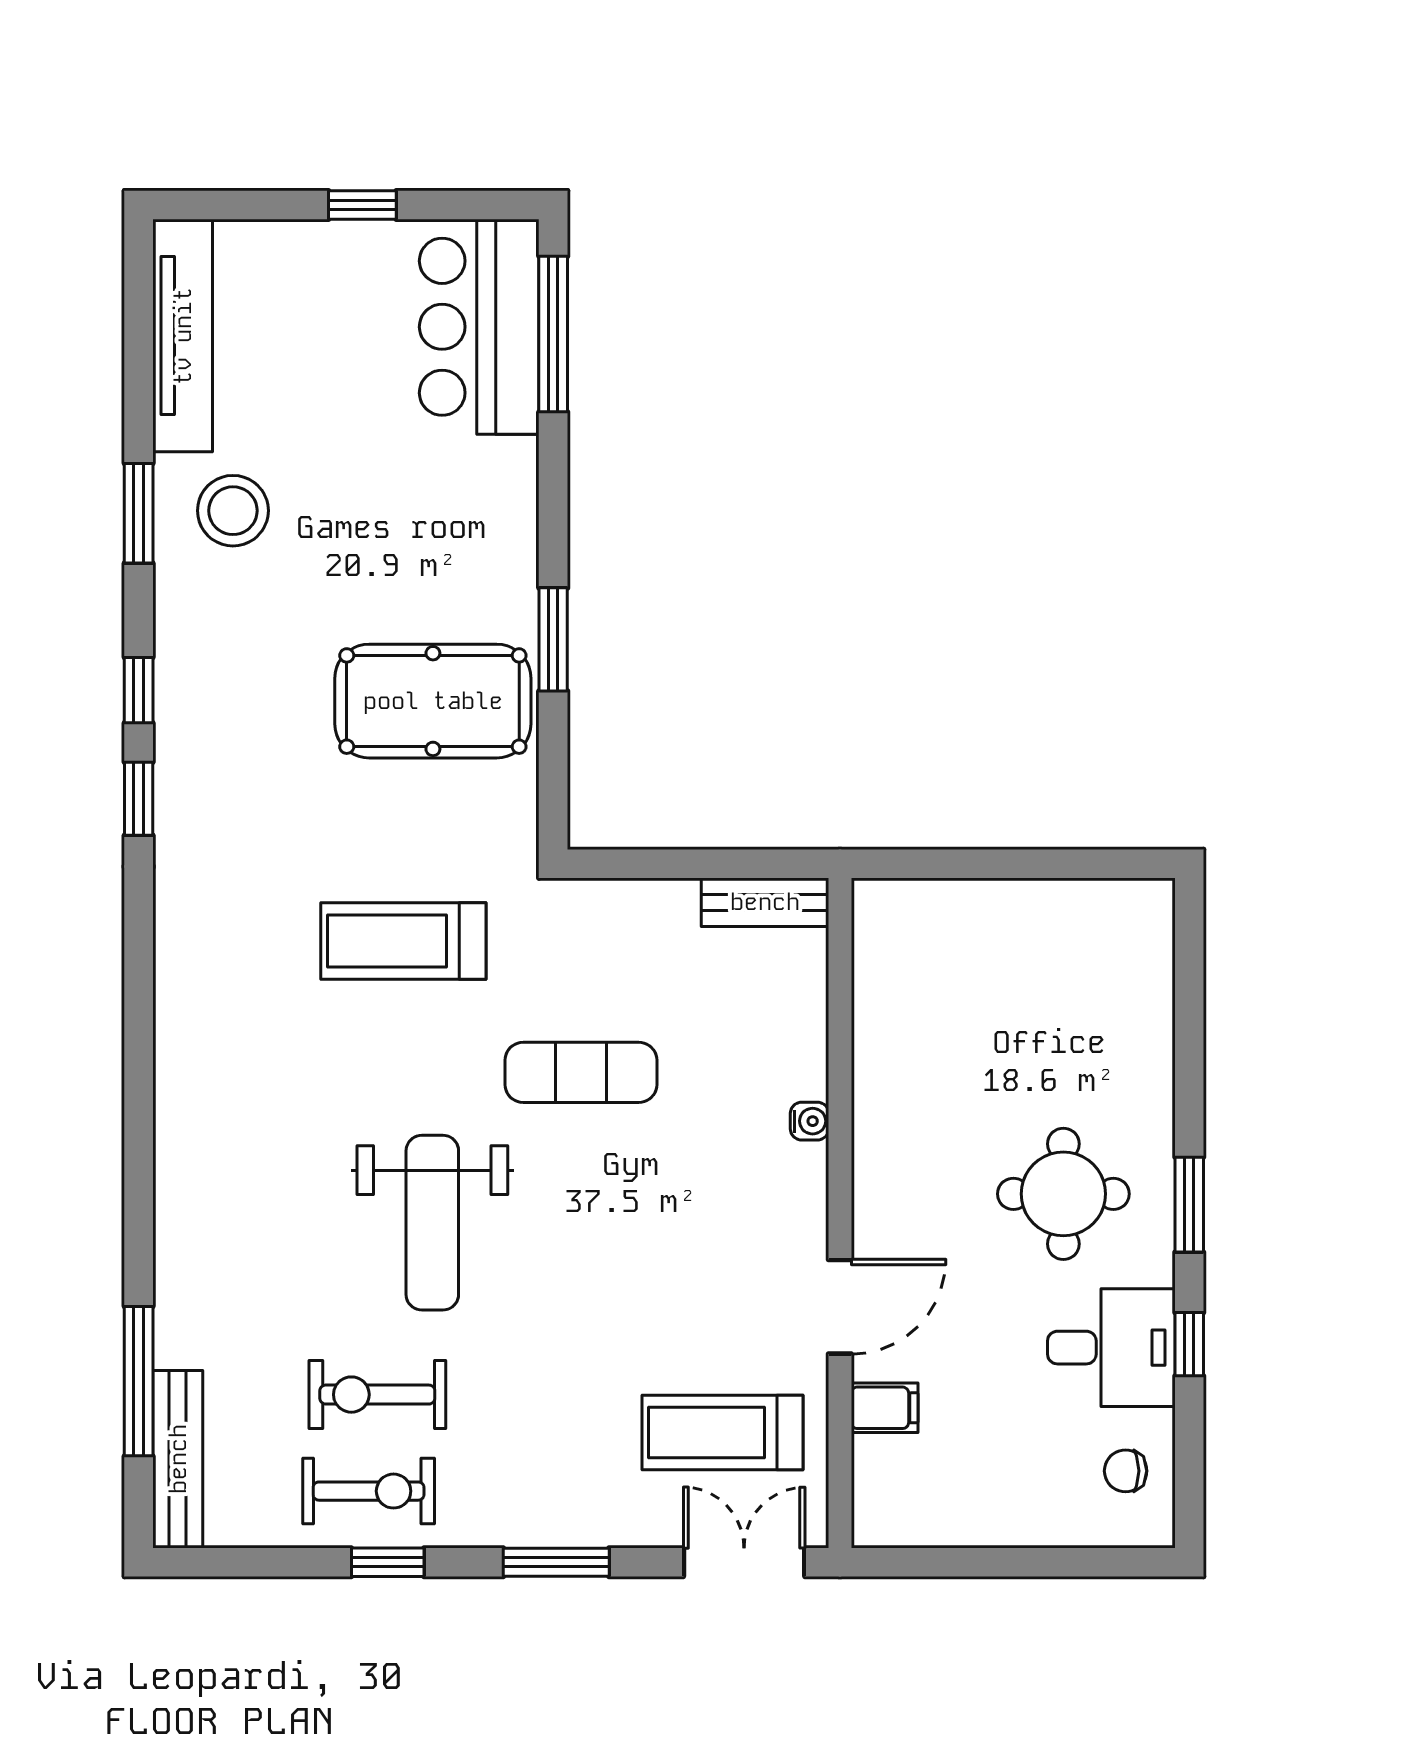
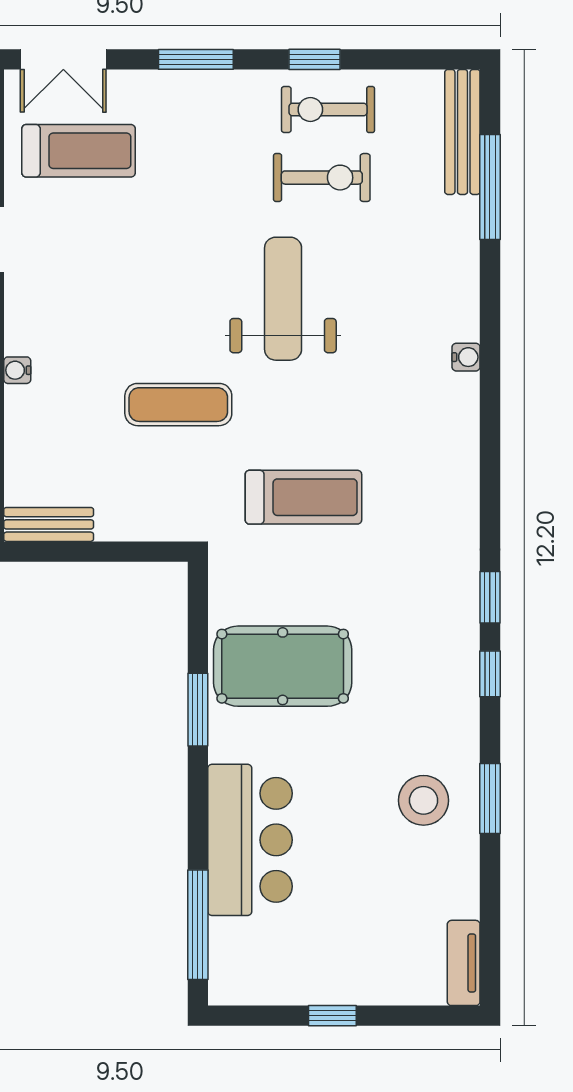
bar counter: (479, 327) -> (250, 840), moved
tv unit: (183, 336) -> (464, 963), width x0.52, depth x0.78
water cooler: (173, 1140) -> (466, 357), added

